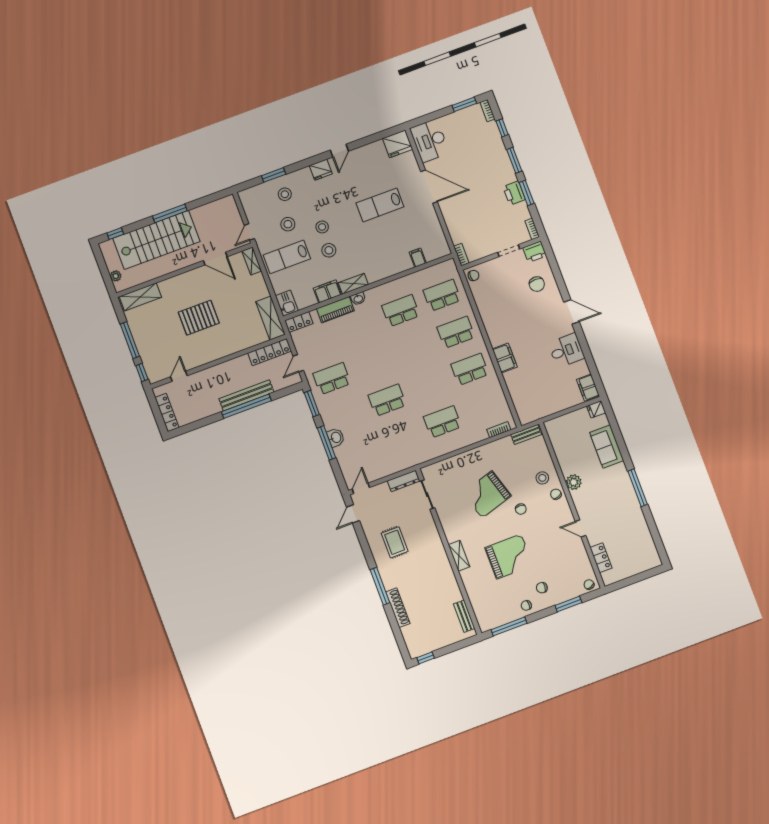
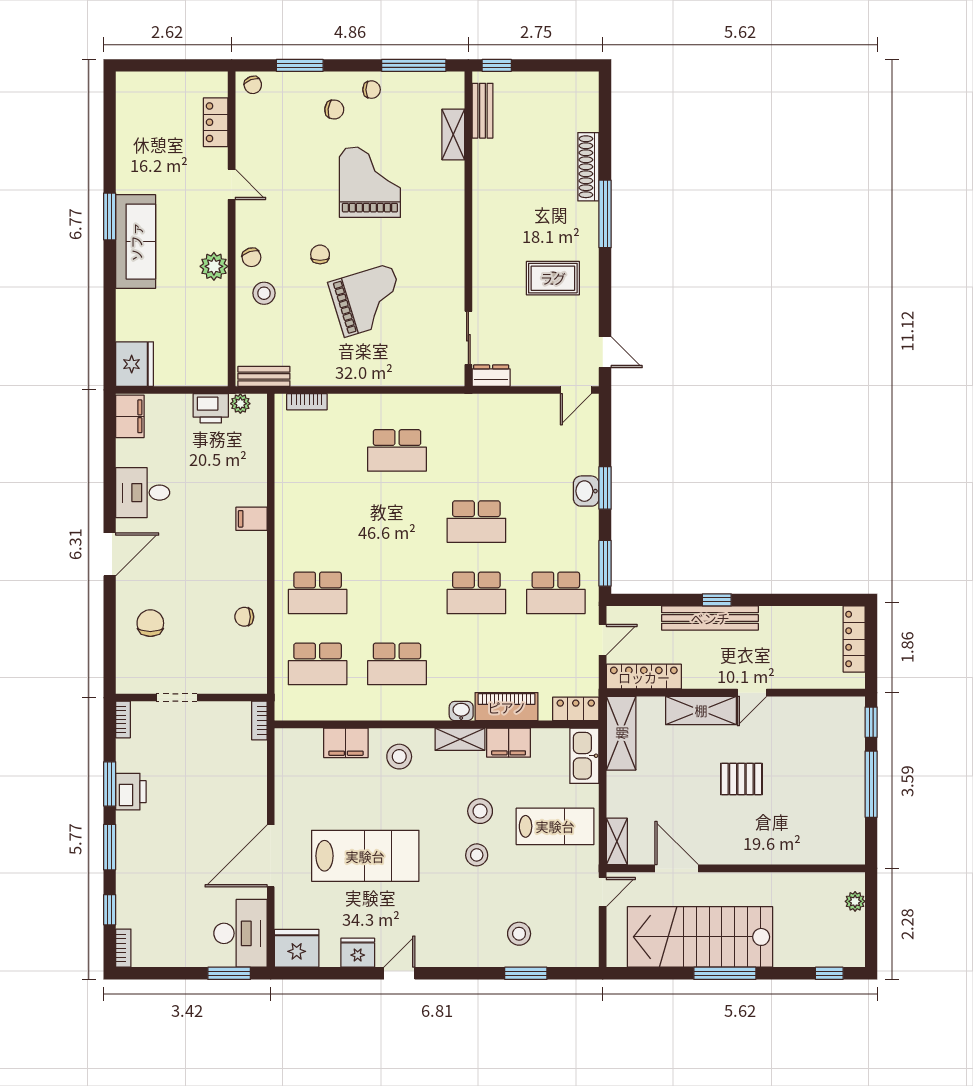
window: (464, 104) -> (229, 973), moved
fridge: (321, 170) -> (358, 953), moved
door: (429, 187) -> (271, 856), hinge flipped
lab bench: (380, 205) -> (365, 856), width x1.36, depth x1.39
stool: (288, 224) -> (399, 757), moved
stairs: (156, 240) -> (700, 937), moved
printer: (535, 252) -> (211, 408), moved, turned 180
filing cabinet: (418, 258) -> (346, 743), width x2.00
chair: (474, 275) -> (244, 617), moved
shelving: (140, 297) -> (701, 710), moved
kitchen sink: (287, 303) -> (584, 756), width x1.38
door: (571, 312) -> (110, 554), swing flipped
pallet: (199, 318) -> (741, 779), width x0.67, depth x0.71
filing cabinet: (505, 358) -> (252, 519), width x0.50
school desk: (470, 369) -> (476, 593), moved
door: (179, 376) -> (752, 693), moved
window: (246, 406) -> (717, 600), width x0.32
fridge: (596, 409) -> (135, 364), width x1.88, depth x1.34
plant: (533, 416) -> (240, 404), added
window: (327, 443) -> (605, 488), width x0.69
sofa: (607, 446) -> (136, 242), moved, width x1.36
dresser: (404, 481) -> (491, 376), width x0.70
window: (638, 488) -> (110, 216), width x0.69
door: (353, 514) -> (605, 352), hinge flipped
rug: (395, 542) -> (553, 278), turned 90
shelving: (459, 556) -> (453, 134), moved
grand piano: (509, 557) -> (370, 182), turned 90
window: (426, 658) -> (497, 65), moved

